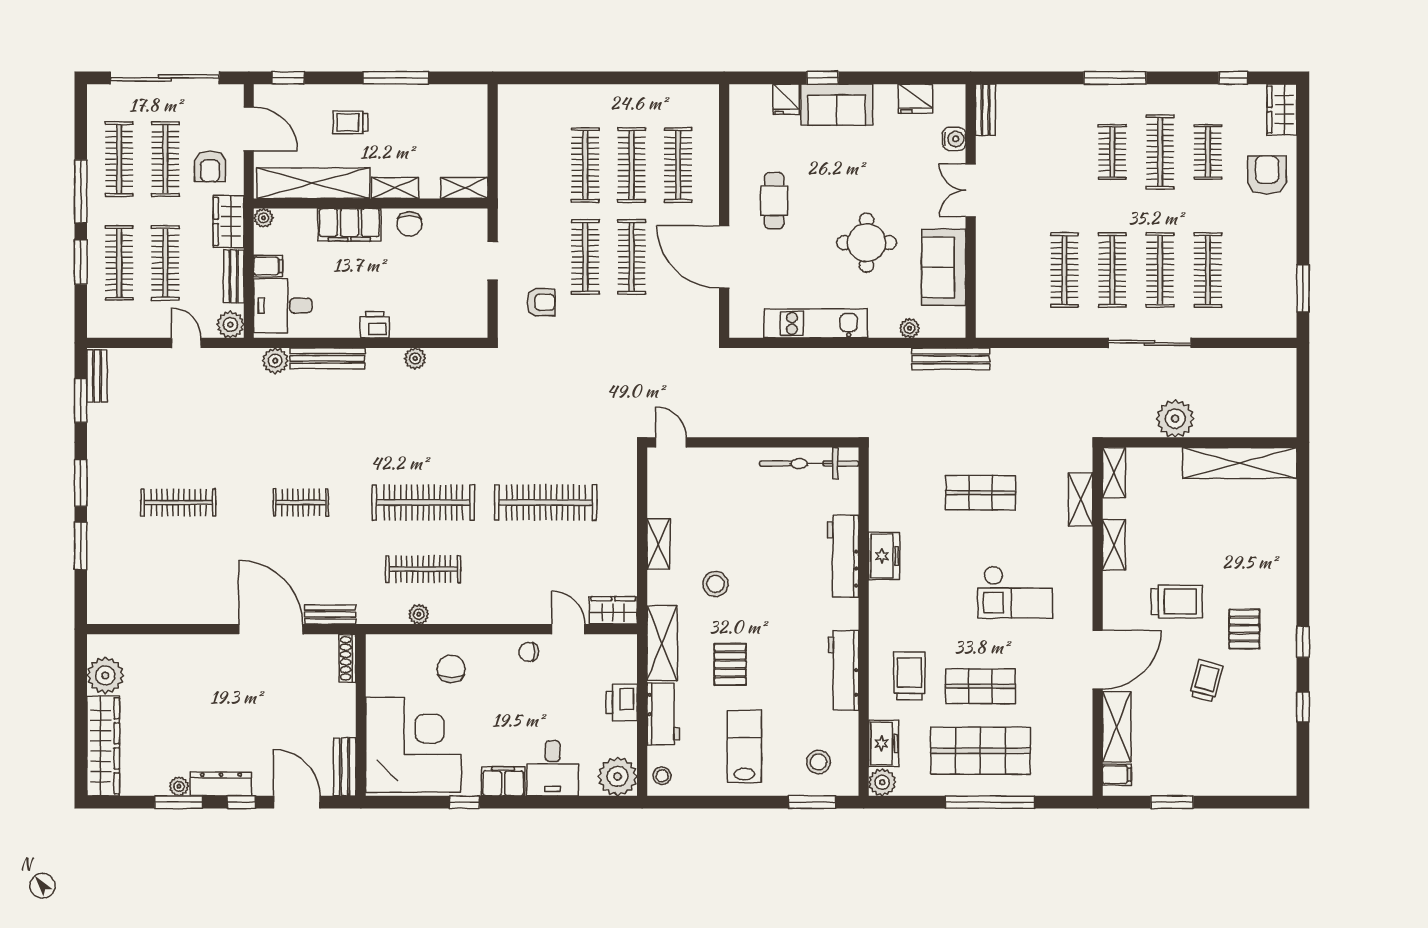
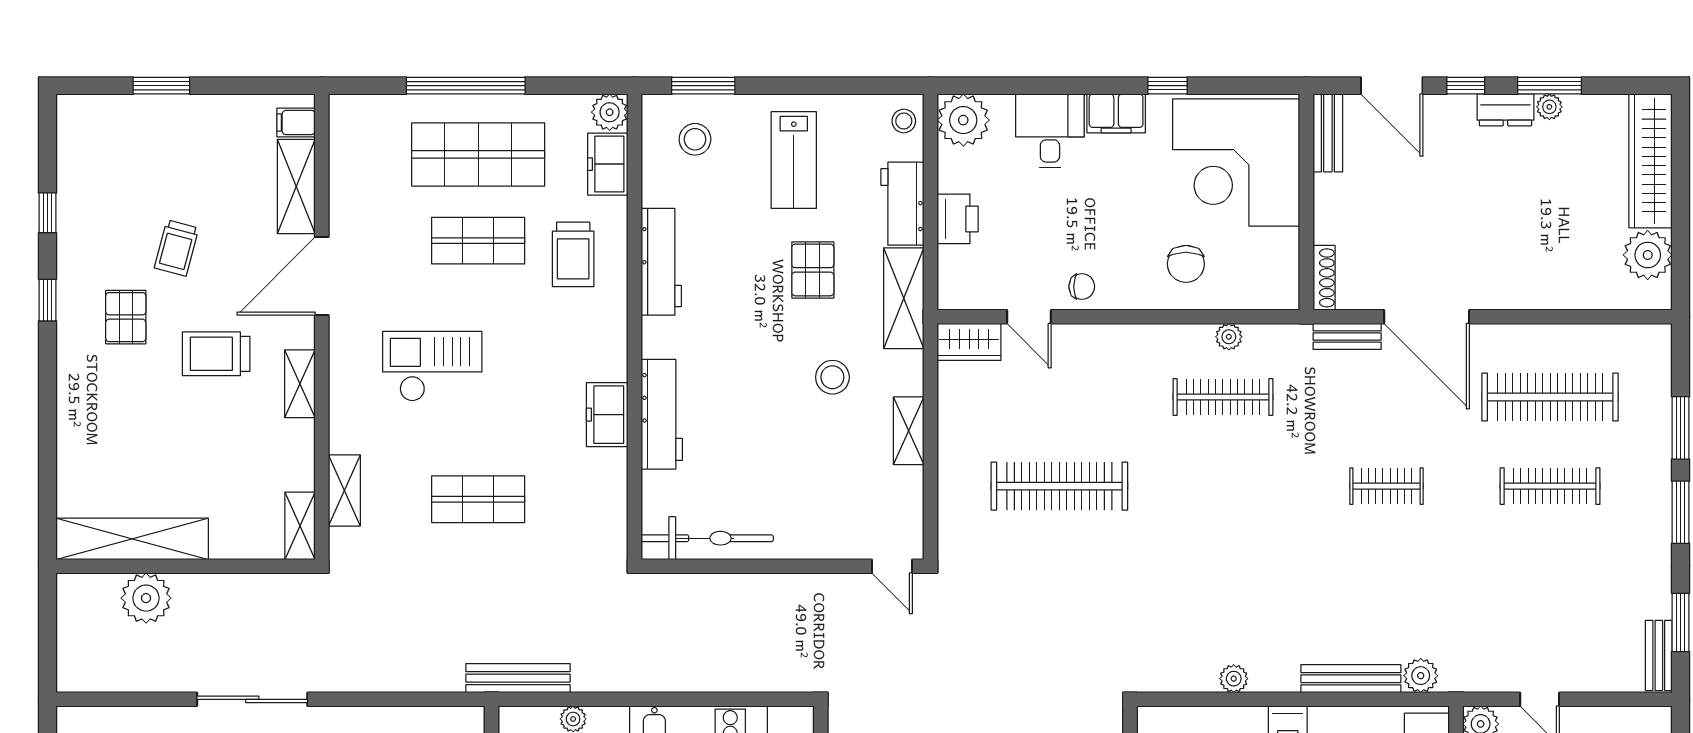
plant: (1175, 419) -> (146, 598), moved
clothes rail: (423, 502) -> (1550, 397), moved
shelving: (1114, 545) -> (300, 384), moved
dresser: (221, 784) -> (1505, 110), width x0.70
window: (1172, 802) -> (161, 86), moved

